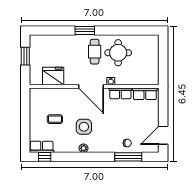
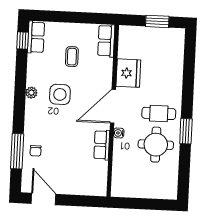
window: (85, 31) -> (186, 131), moved
fridge: (53, 76) -> (128, 73), moved
row of seats: (145, 94) -> (106, 41), moved

